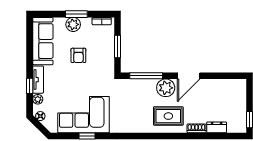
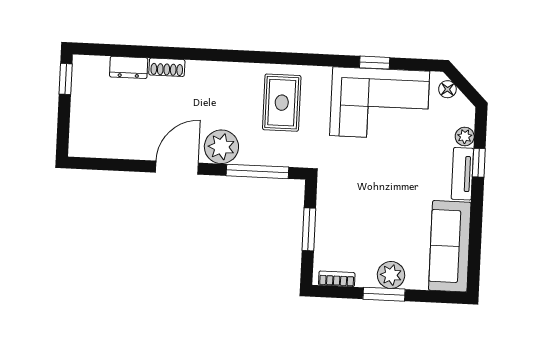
armchair: (78, 55) -> (384, 216), removed
floor lamp: (40, 116) -> (447, 89), moved
rug: (168, 116) -> (282, 103), moved, turned 90

